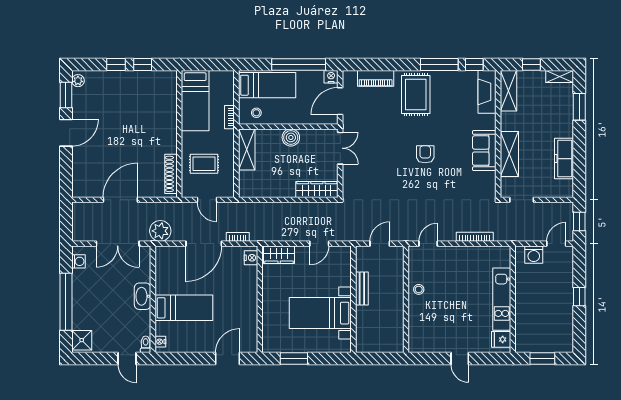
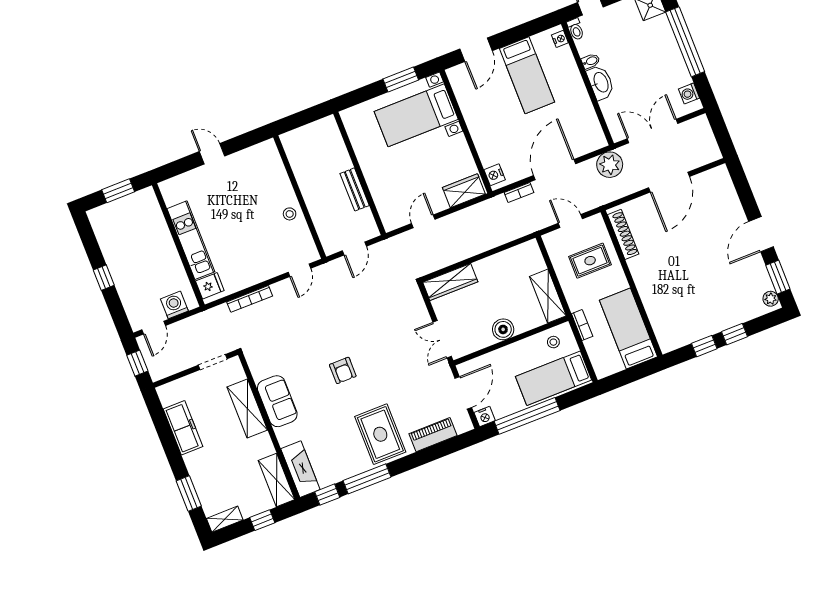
bed: (184, 308) -> (527, 75), moved, turned -90
bed with nightstands: (320, 313) -> (416, 115), moved, turned 180
bidet: (144, 315) -> (591, 61), added
fridge: (501, 339) -> (210, 286), moved

